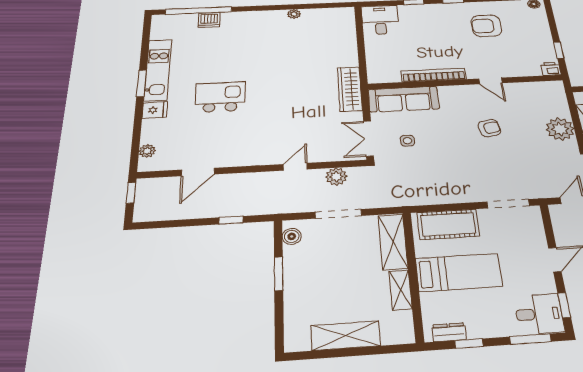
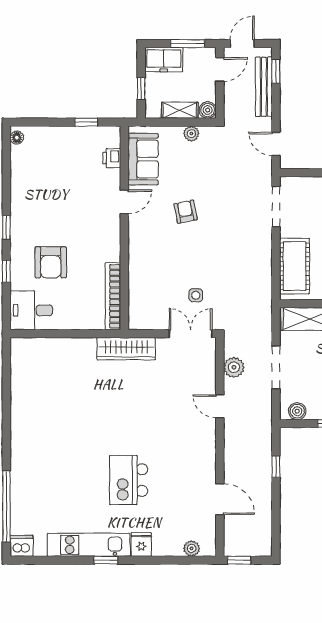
plant: (294, 14) -> (17, 404), removed
dishwasher: (209, 20) -> (21, 546), moved, turned -90
armchair: (486, 26) -> (51, 262), moved
printer: (551, 69) -> (112, 158), moved
bookcase: (434, 75) -> (113, 296), moved
window: (141, 83) -> (106, 560), width x0.67
sofa: (404, 99) -> (143, 159), moved, width x0.73
plant: (560, 129) -> (191, 134), width x0.53, depth x0.53
double door: (368, 138) -> (191, 334), swing flipped

